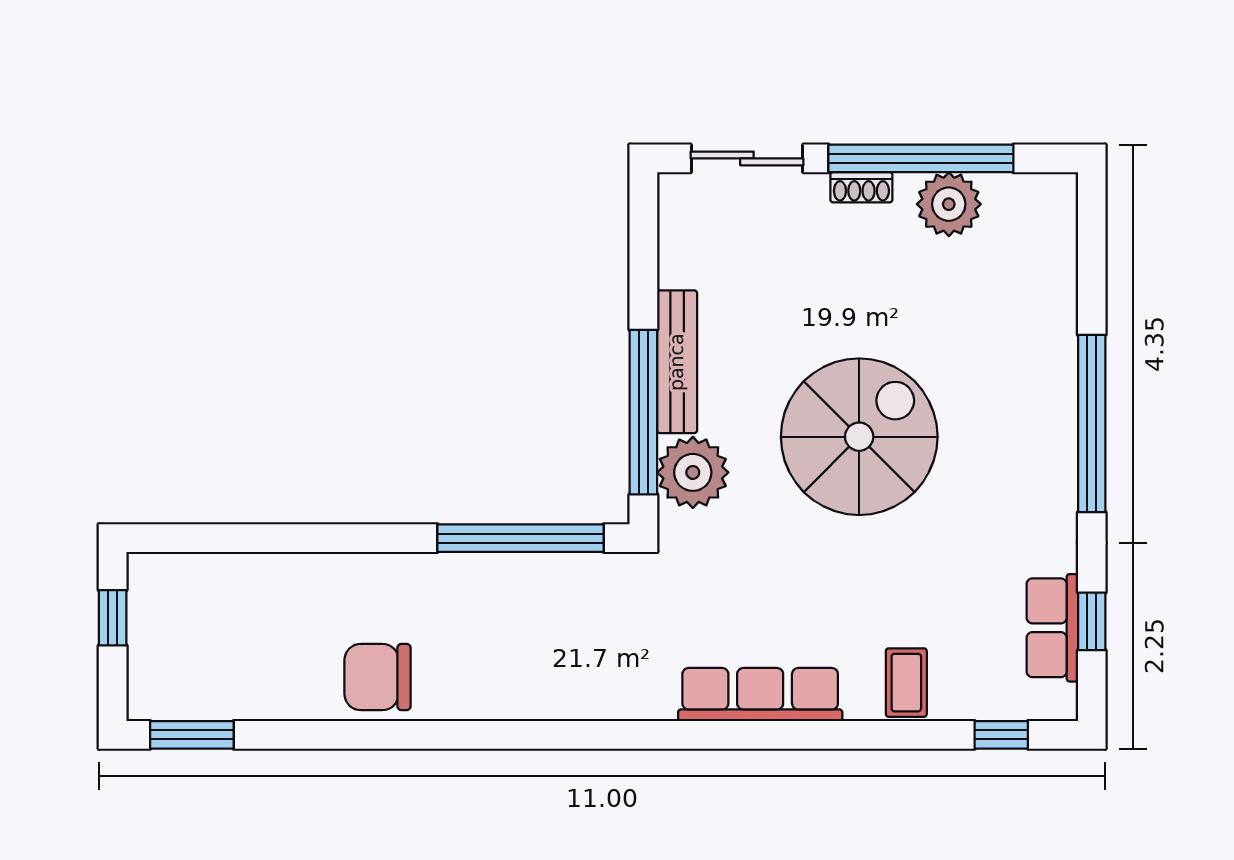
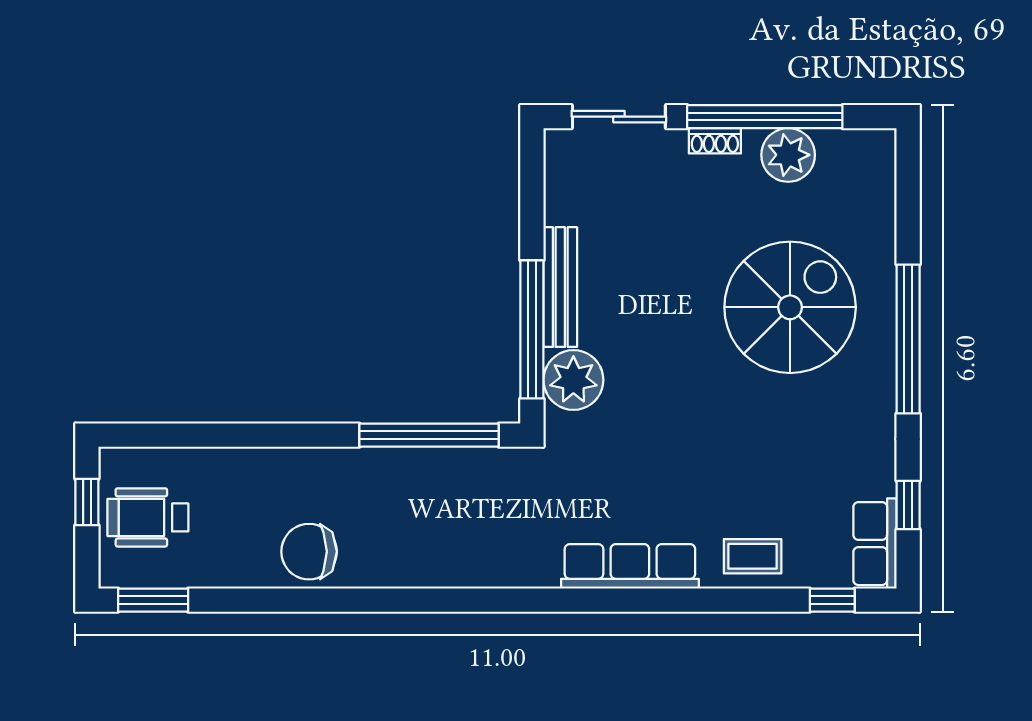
spiral stairs: (859, 437) -> (790, 307), moved
row of seats: (1052, 628) -> (875, 544), moved
wheelchair: (185, 636) -> (148, 517), added
coffee table: (906, 683) -> (753, 556), turned 90

